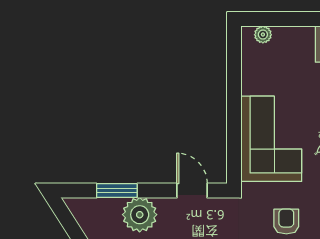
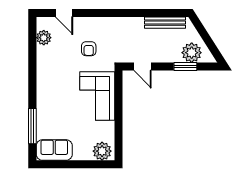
plant: (263, 35) -> (102, 151), width x1.87, depth x1.87
plant: (140, 215) -> (192, 53), moved

